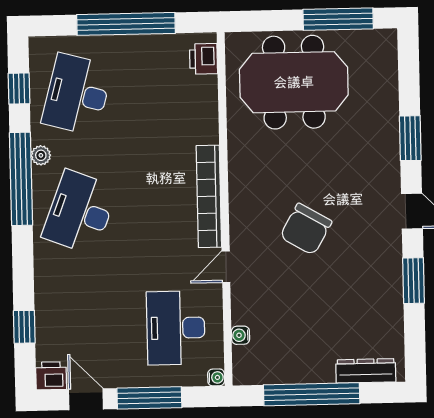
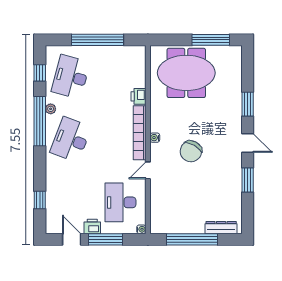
printer: (204, 59) -> (138, 96), moved
water cooler: (240, 335) -> (155, 138), moved
printer: (51, 376) -> (92, 226), moved

